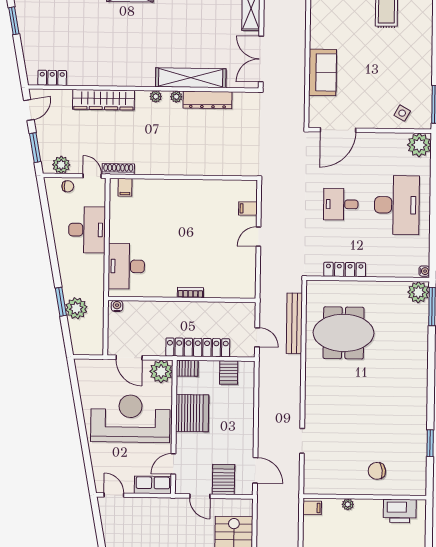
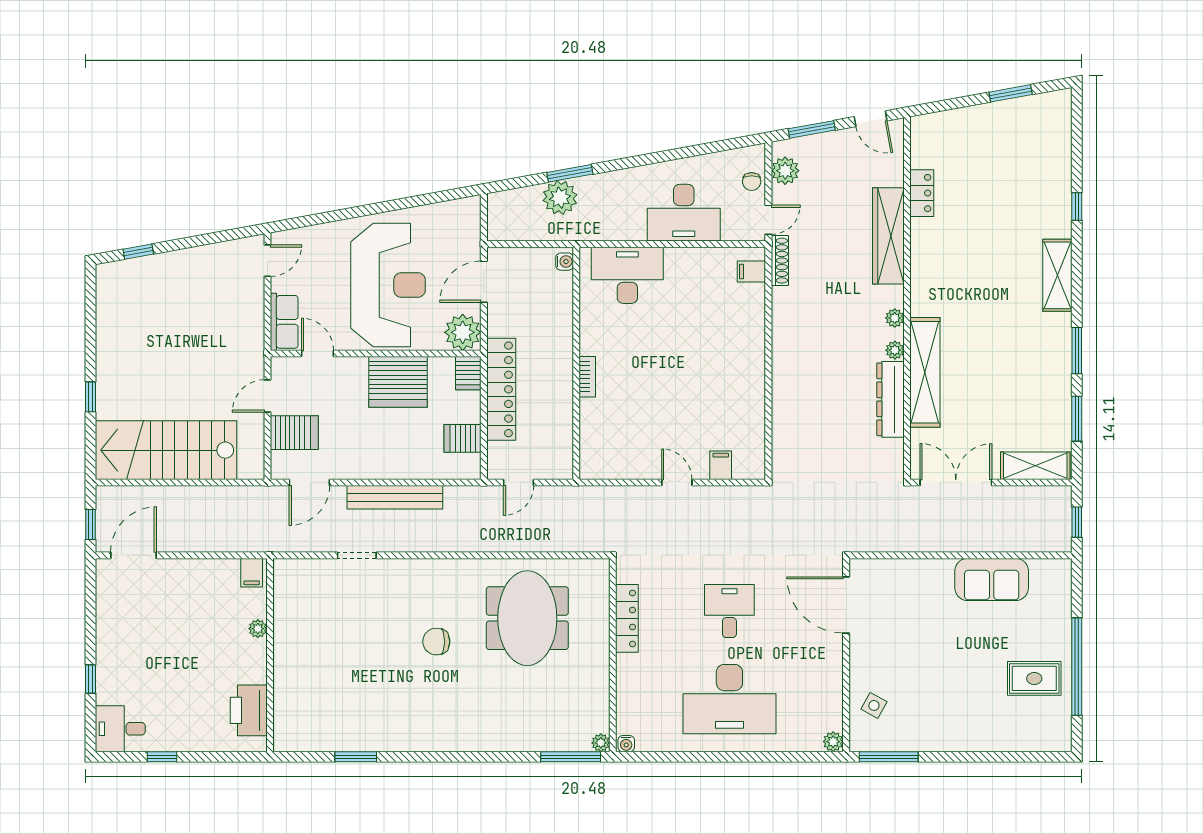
sofa: (323, 72) -> (992, 579), moved
locker: (52, 78) -> (922, 193), moved
plant: (419, 145) -> (833, 742), width x0.53, depth x0.53
plant: (418, 292) -> (601, 743), width x0.53, depth x0.53
bench: (294, 323) -> (395, 497), moved
chair: (377, 471) -> (436, 642), moved, turned -84

